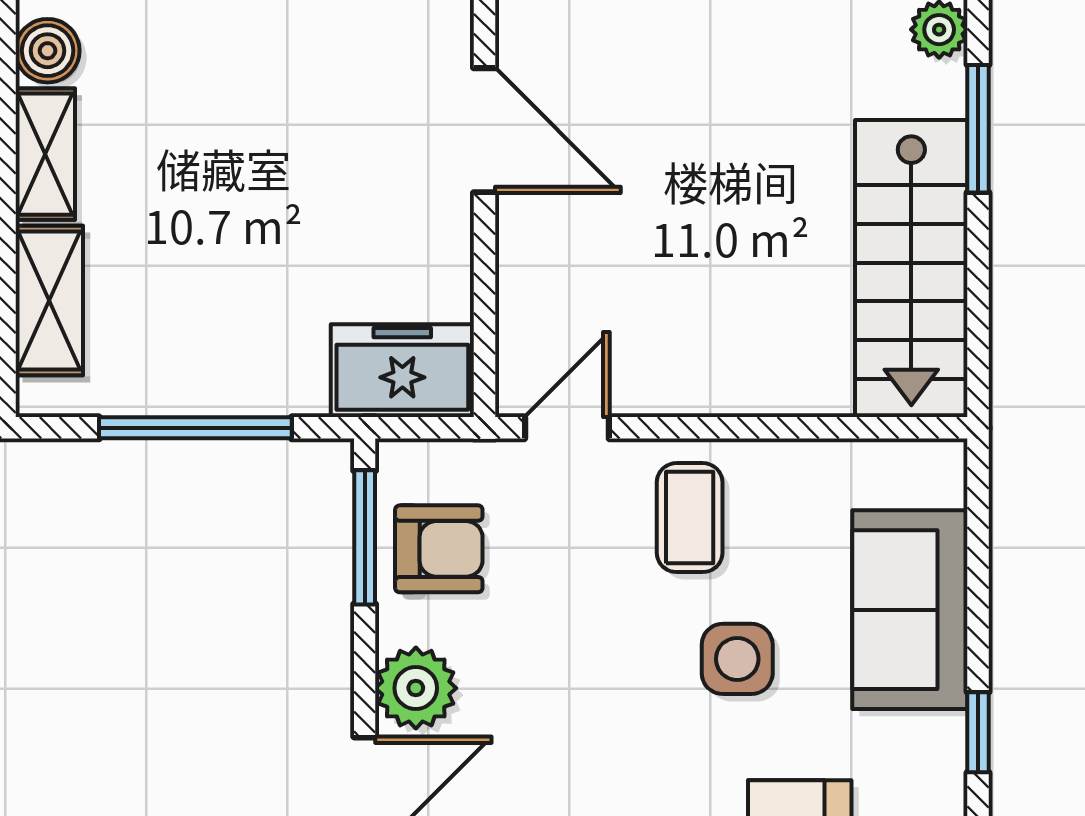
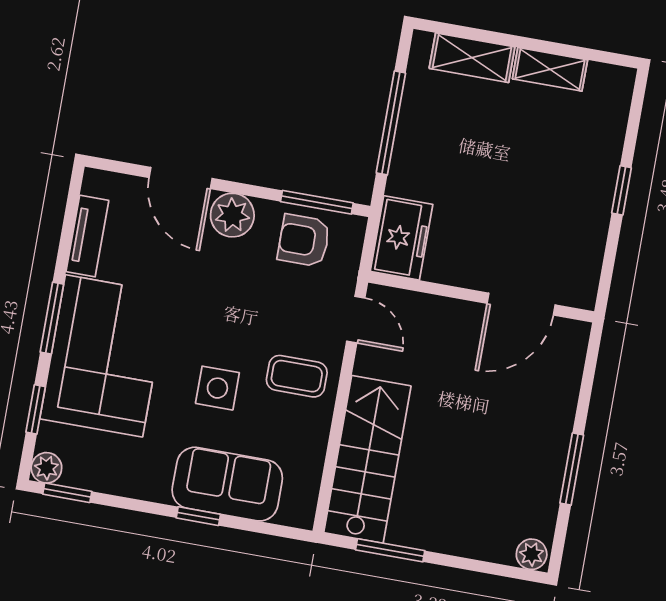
boiler: (48, 51) -> (604, 80), removed
window: (978, 129) -> (390, 550), moved
stairs: (911, 269) -> (367, 459), moved, turned 90
armchair: (439, 549) -> (304, 240), turned 90
window: (978, 732) -> (198, 516), moved

